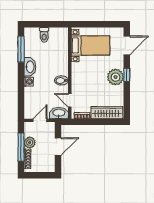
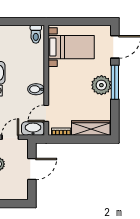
toilet: (44, 35) -> (36, 34), moved
window: (127, 75) -> (115, 82), width x2.17
door: (70, 100) -> (46, 113), hinge flipped

